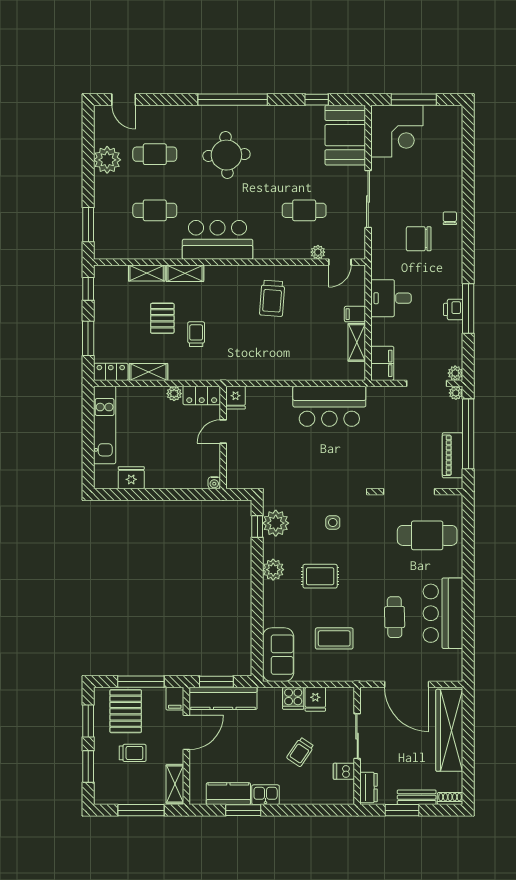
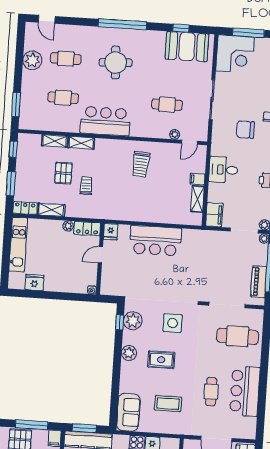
booth: (345, 135) -> (187, 47), moved, turned 90
bar counter: (329, 406) -> (155, 241), moved
side table: (333, 523) -> (172, 323), width x1.87, depth x1.87

